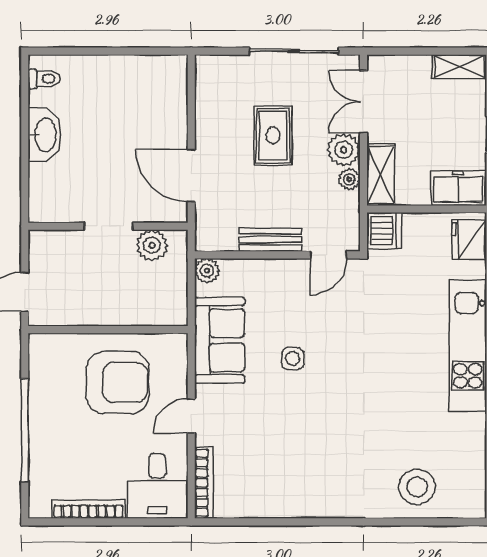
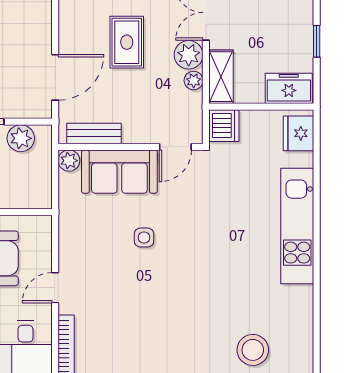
door: (191, 176) -> (55, 77), swing flipped
bench: (270, 240) -> (94, 133), moved
sofa: (220, 340) -> (119, 172), moved, turned 90

